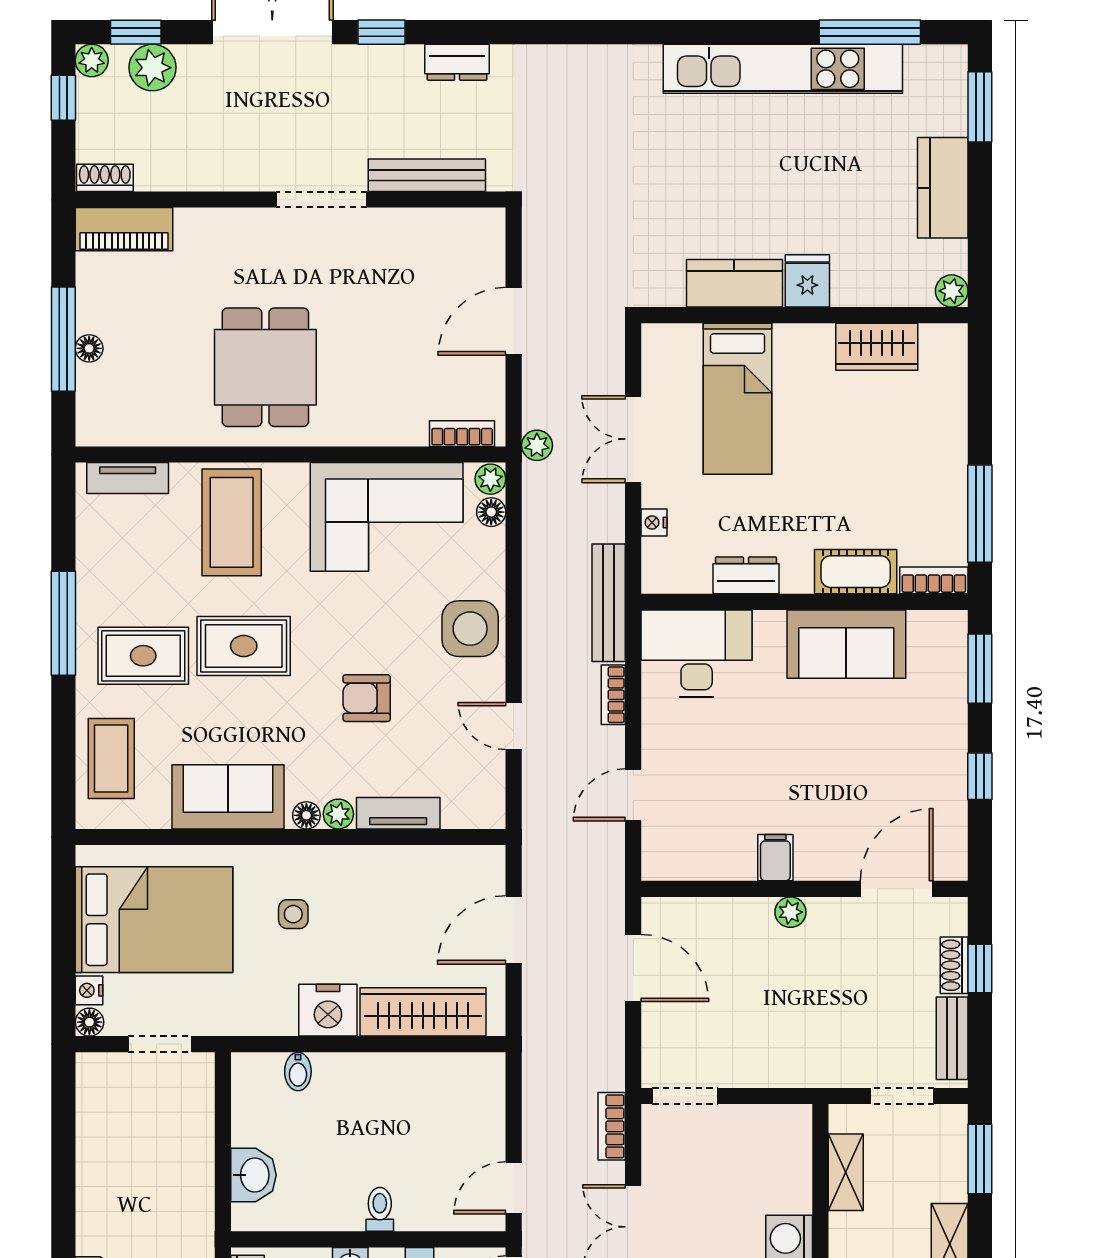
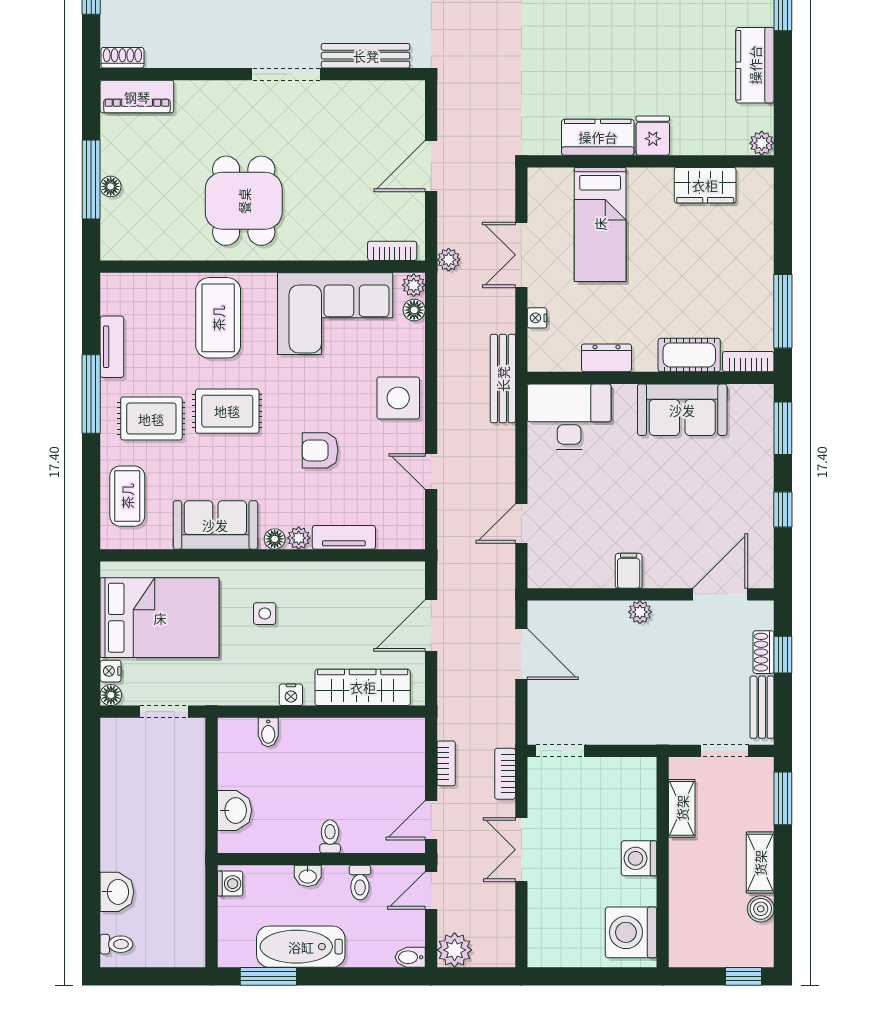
tv unit: (128, 478) -> (112, 347), moved, turned -90
bookcase: (613, 695) -> (446, 763), moved, turned 180
nightstand: (328, 1010) -> (291, 695), width x0.53, depth x0.56

